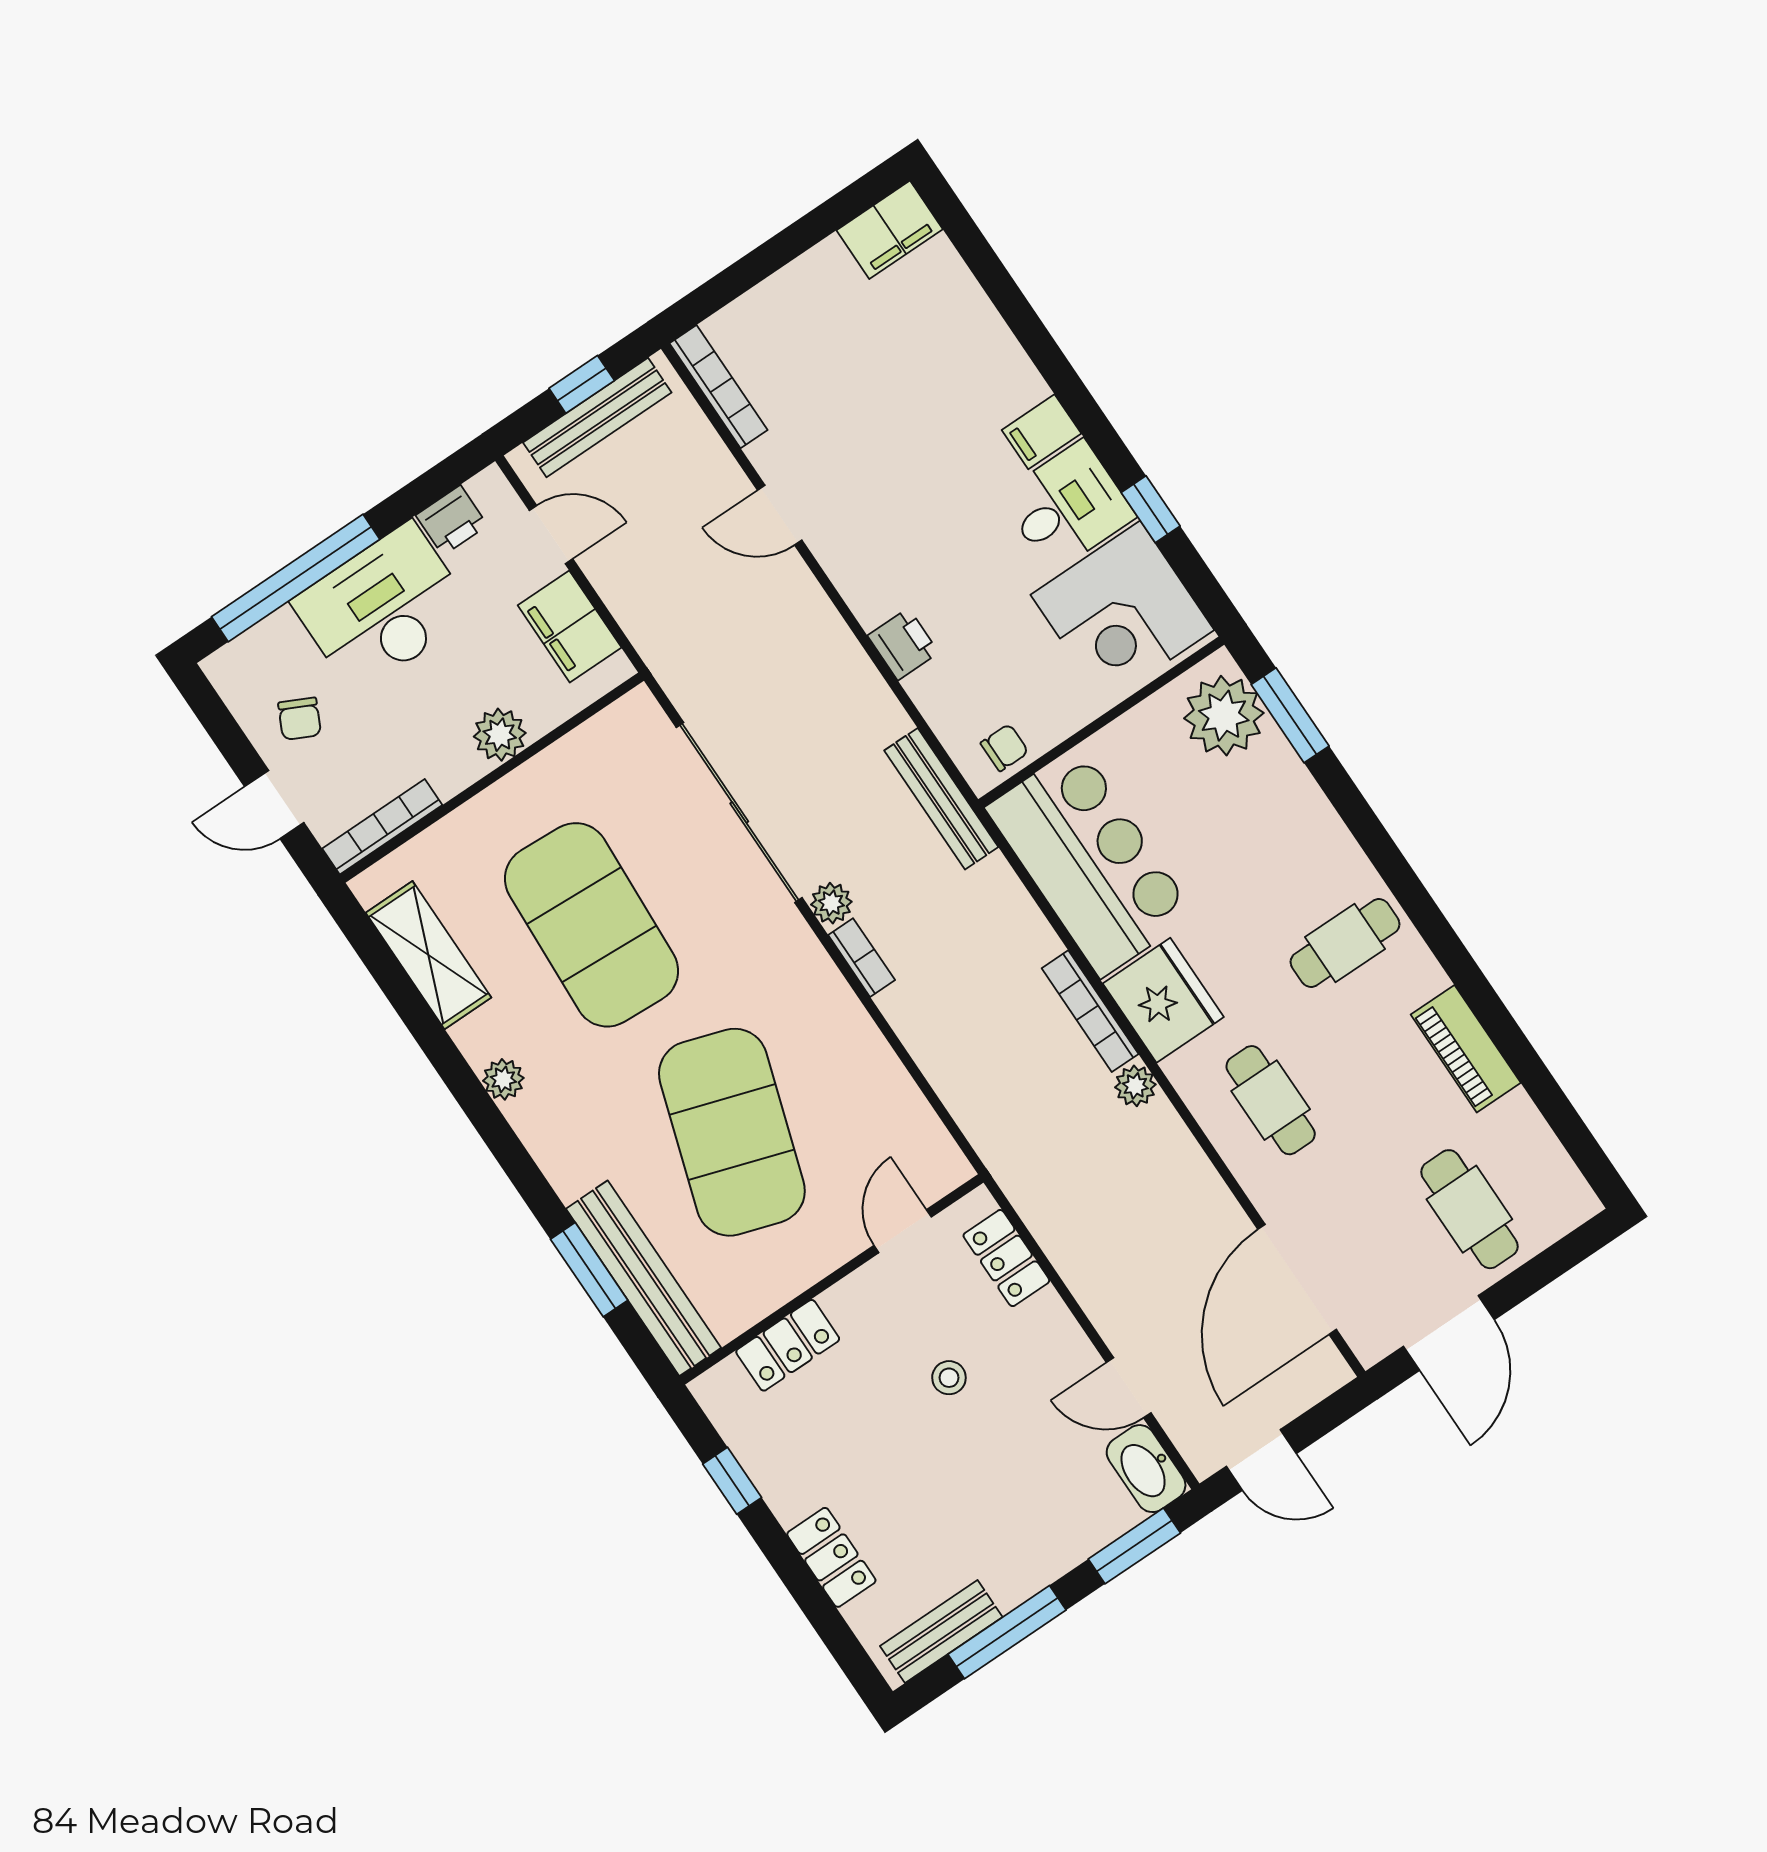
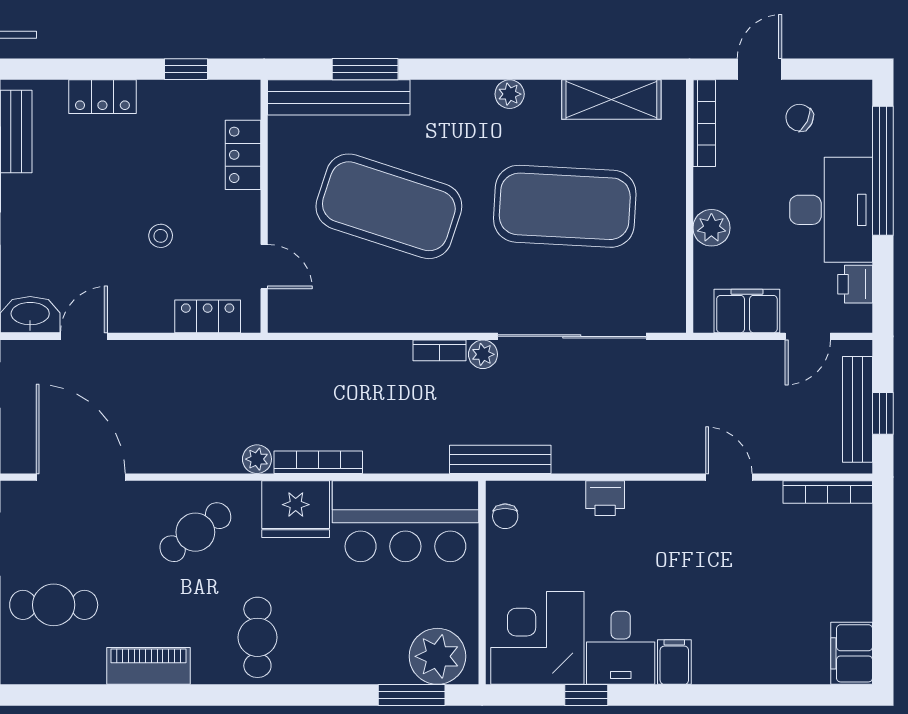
door: (780, 515) -> (729, 477), hinge flipped
cafe table: (1271, 1100) -> (195, 532), turned -36

